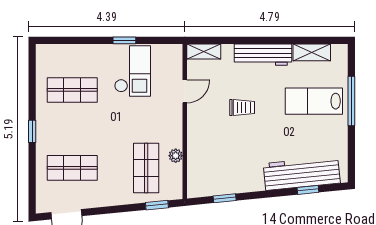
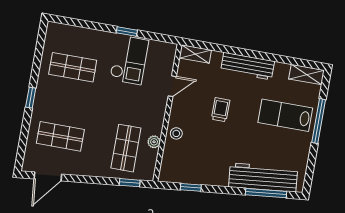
shelving: (312, 52) -> (307, 75), moved
trolley: (242, 108) -> (221, 110), turned -90
stool: (198, 142) -> (176, 133), added
window: (308, 190) -> (266, 193), width x2.17

